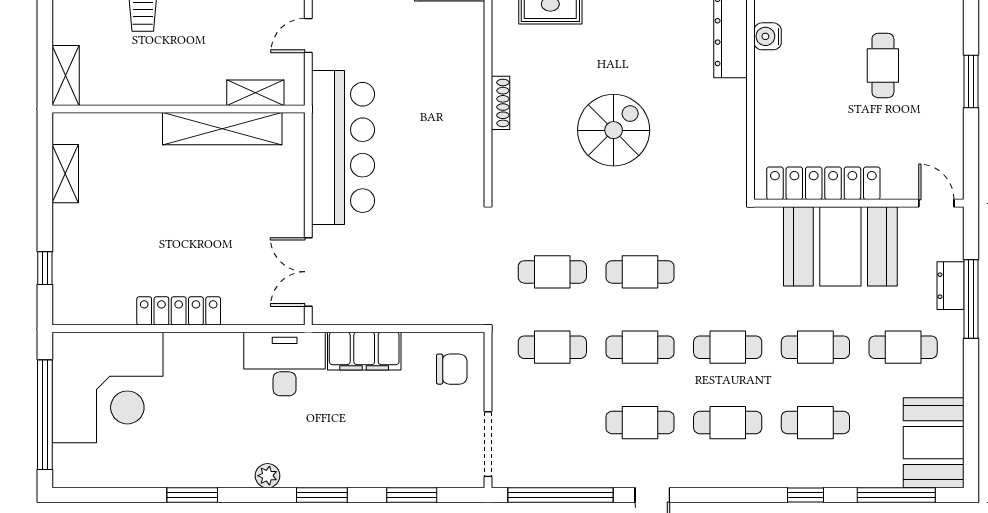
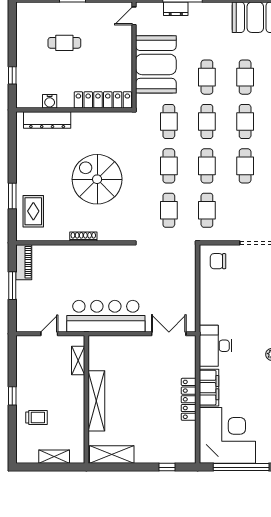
door: (308, 35) -> (49, 334), swing flipped
shelving: (66, 75) -> (54, 457), moved
shelving: (222, 129) -> (96, 401), moved
spiral stairs: (614, 130) -> (97, 179), width x1.37, depth x1.37
shelving: (65, 174) -> (112, 455), width x1.50, depth x1.33
locker: (823, 183) -> (103, 100), moved, turned 90
double door: (308, 272) -> (169, 334), swing flipped
cafe table: (903, 347) -> (169, 121), moved
filing cabinet: (364, 351) -> (209, 388), moved
chair: (452, 369) -> (218, 261), turned -90

